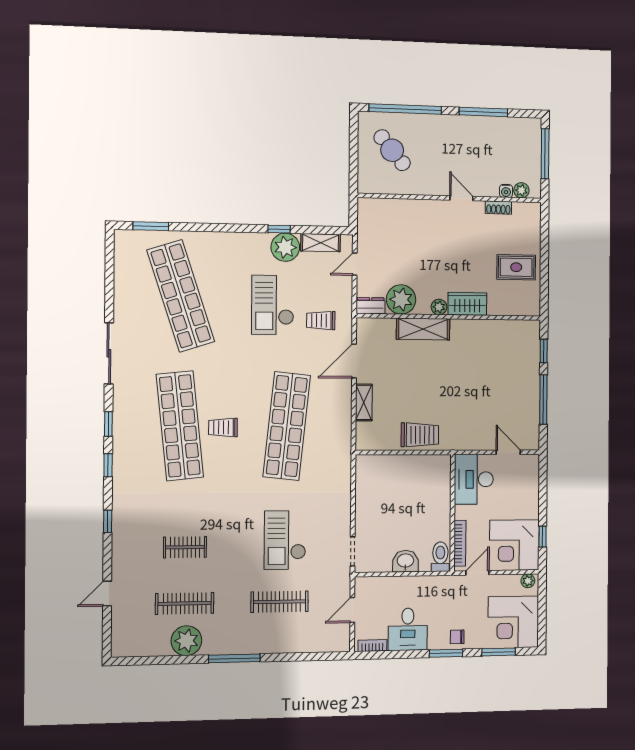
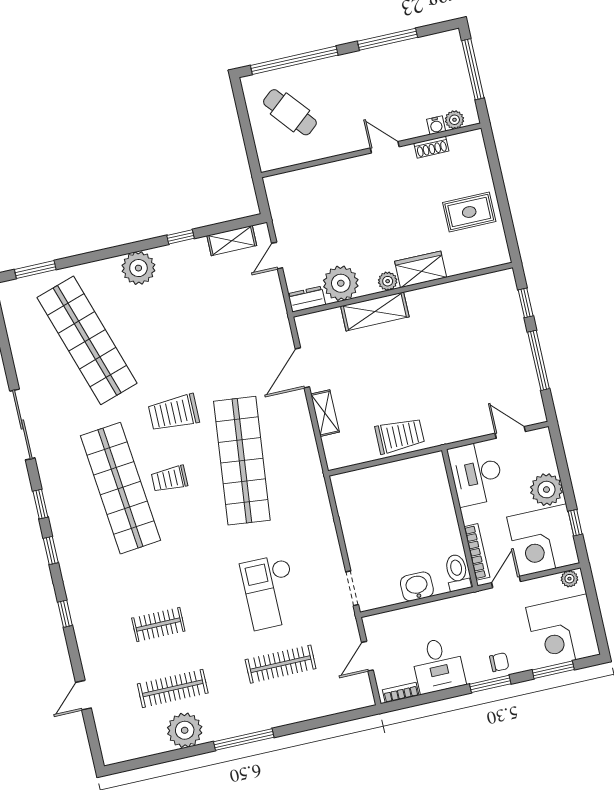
plant: (285, 247) -> (138, 268), moved
checkout: (273, 305) -> (194, 326), removed
trolley: (321, 320) -> (174, 413), moved, width x1.36, depth x1.39
plant: (526, 505) -> (546, 490), added
chair: (457, 637) -> (499, 662), turned 180

